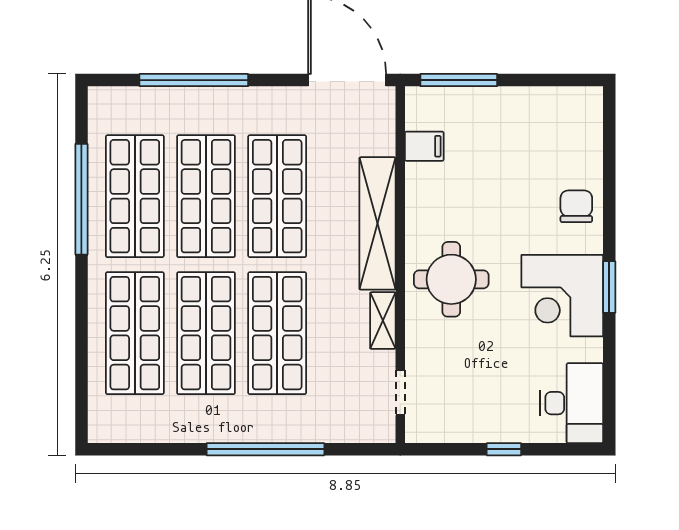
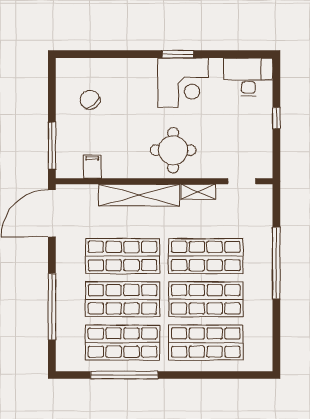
chair: (576, 206) -> (90, 100), moved, turned 52

